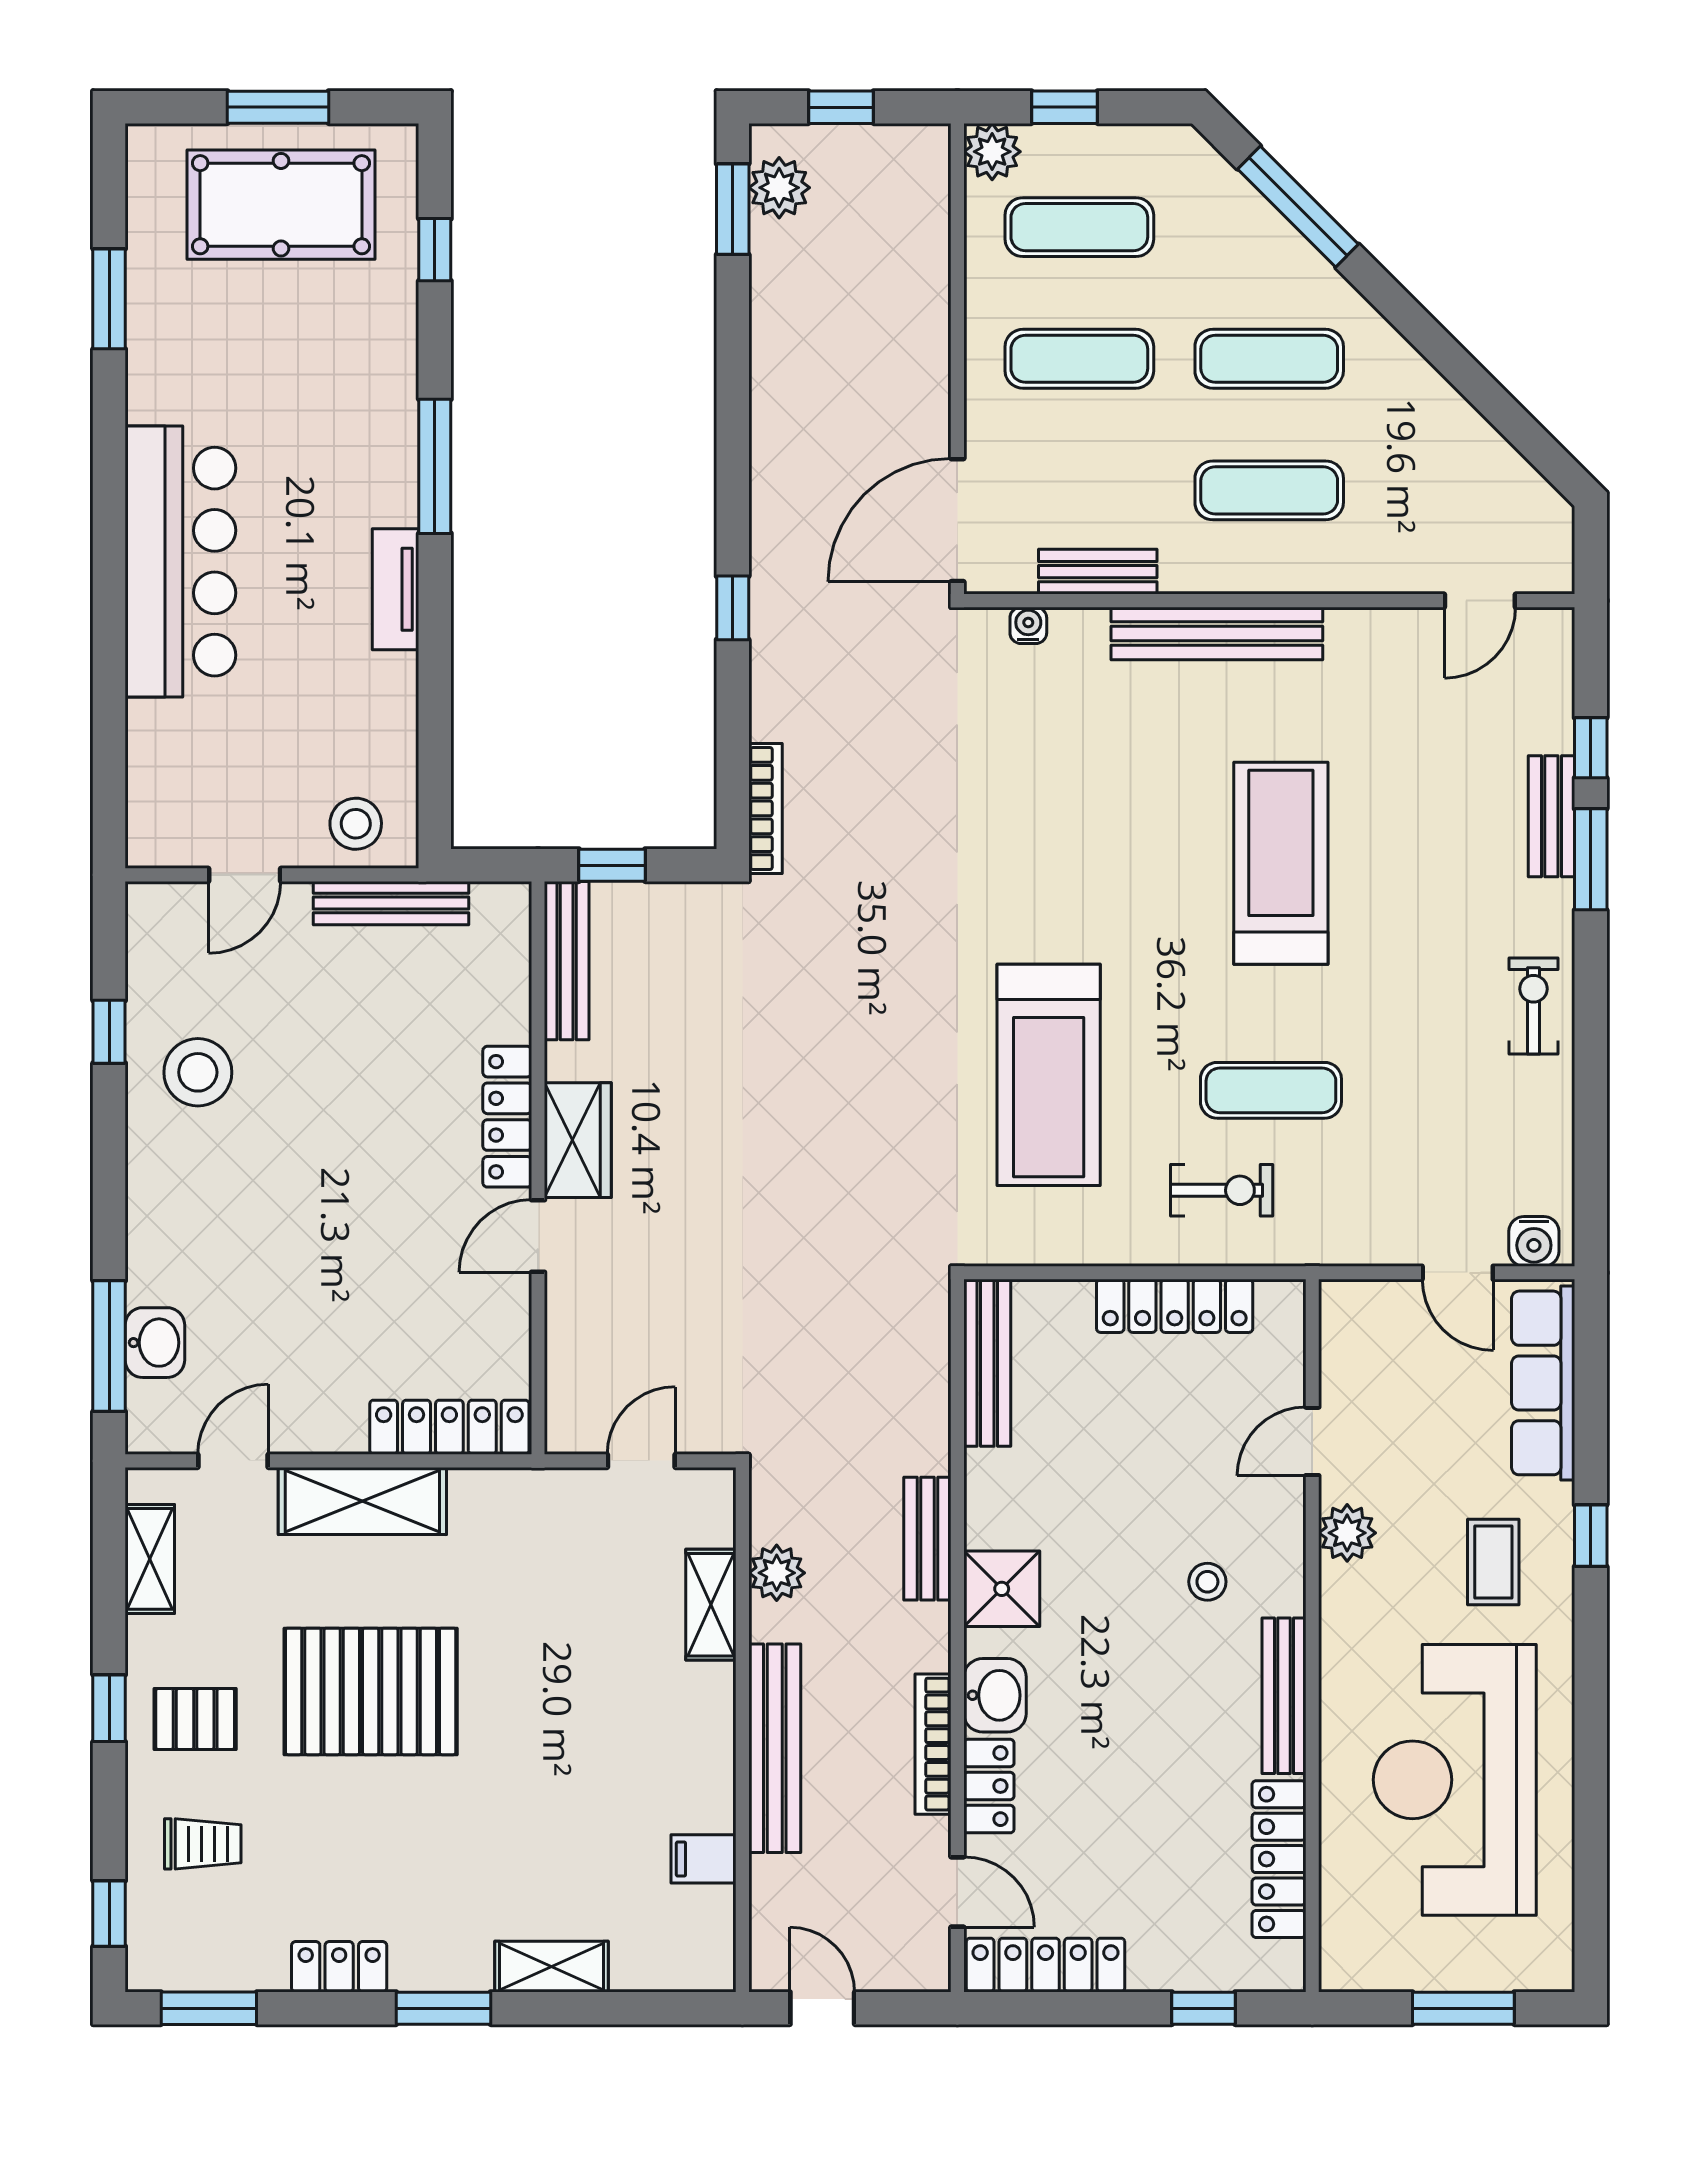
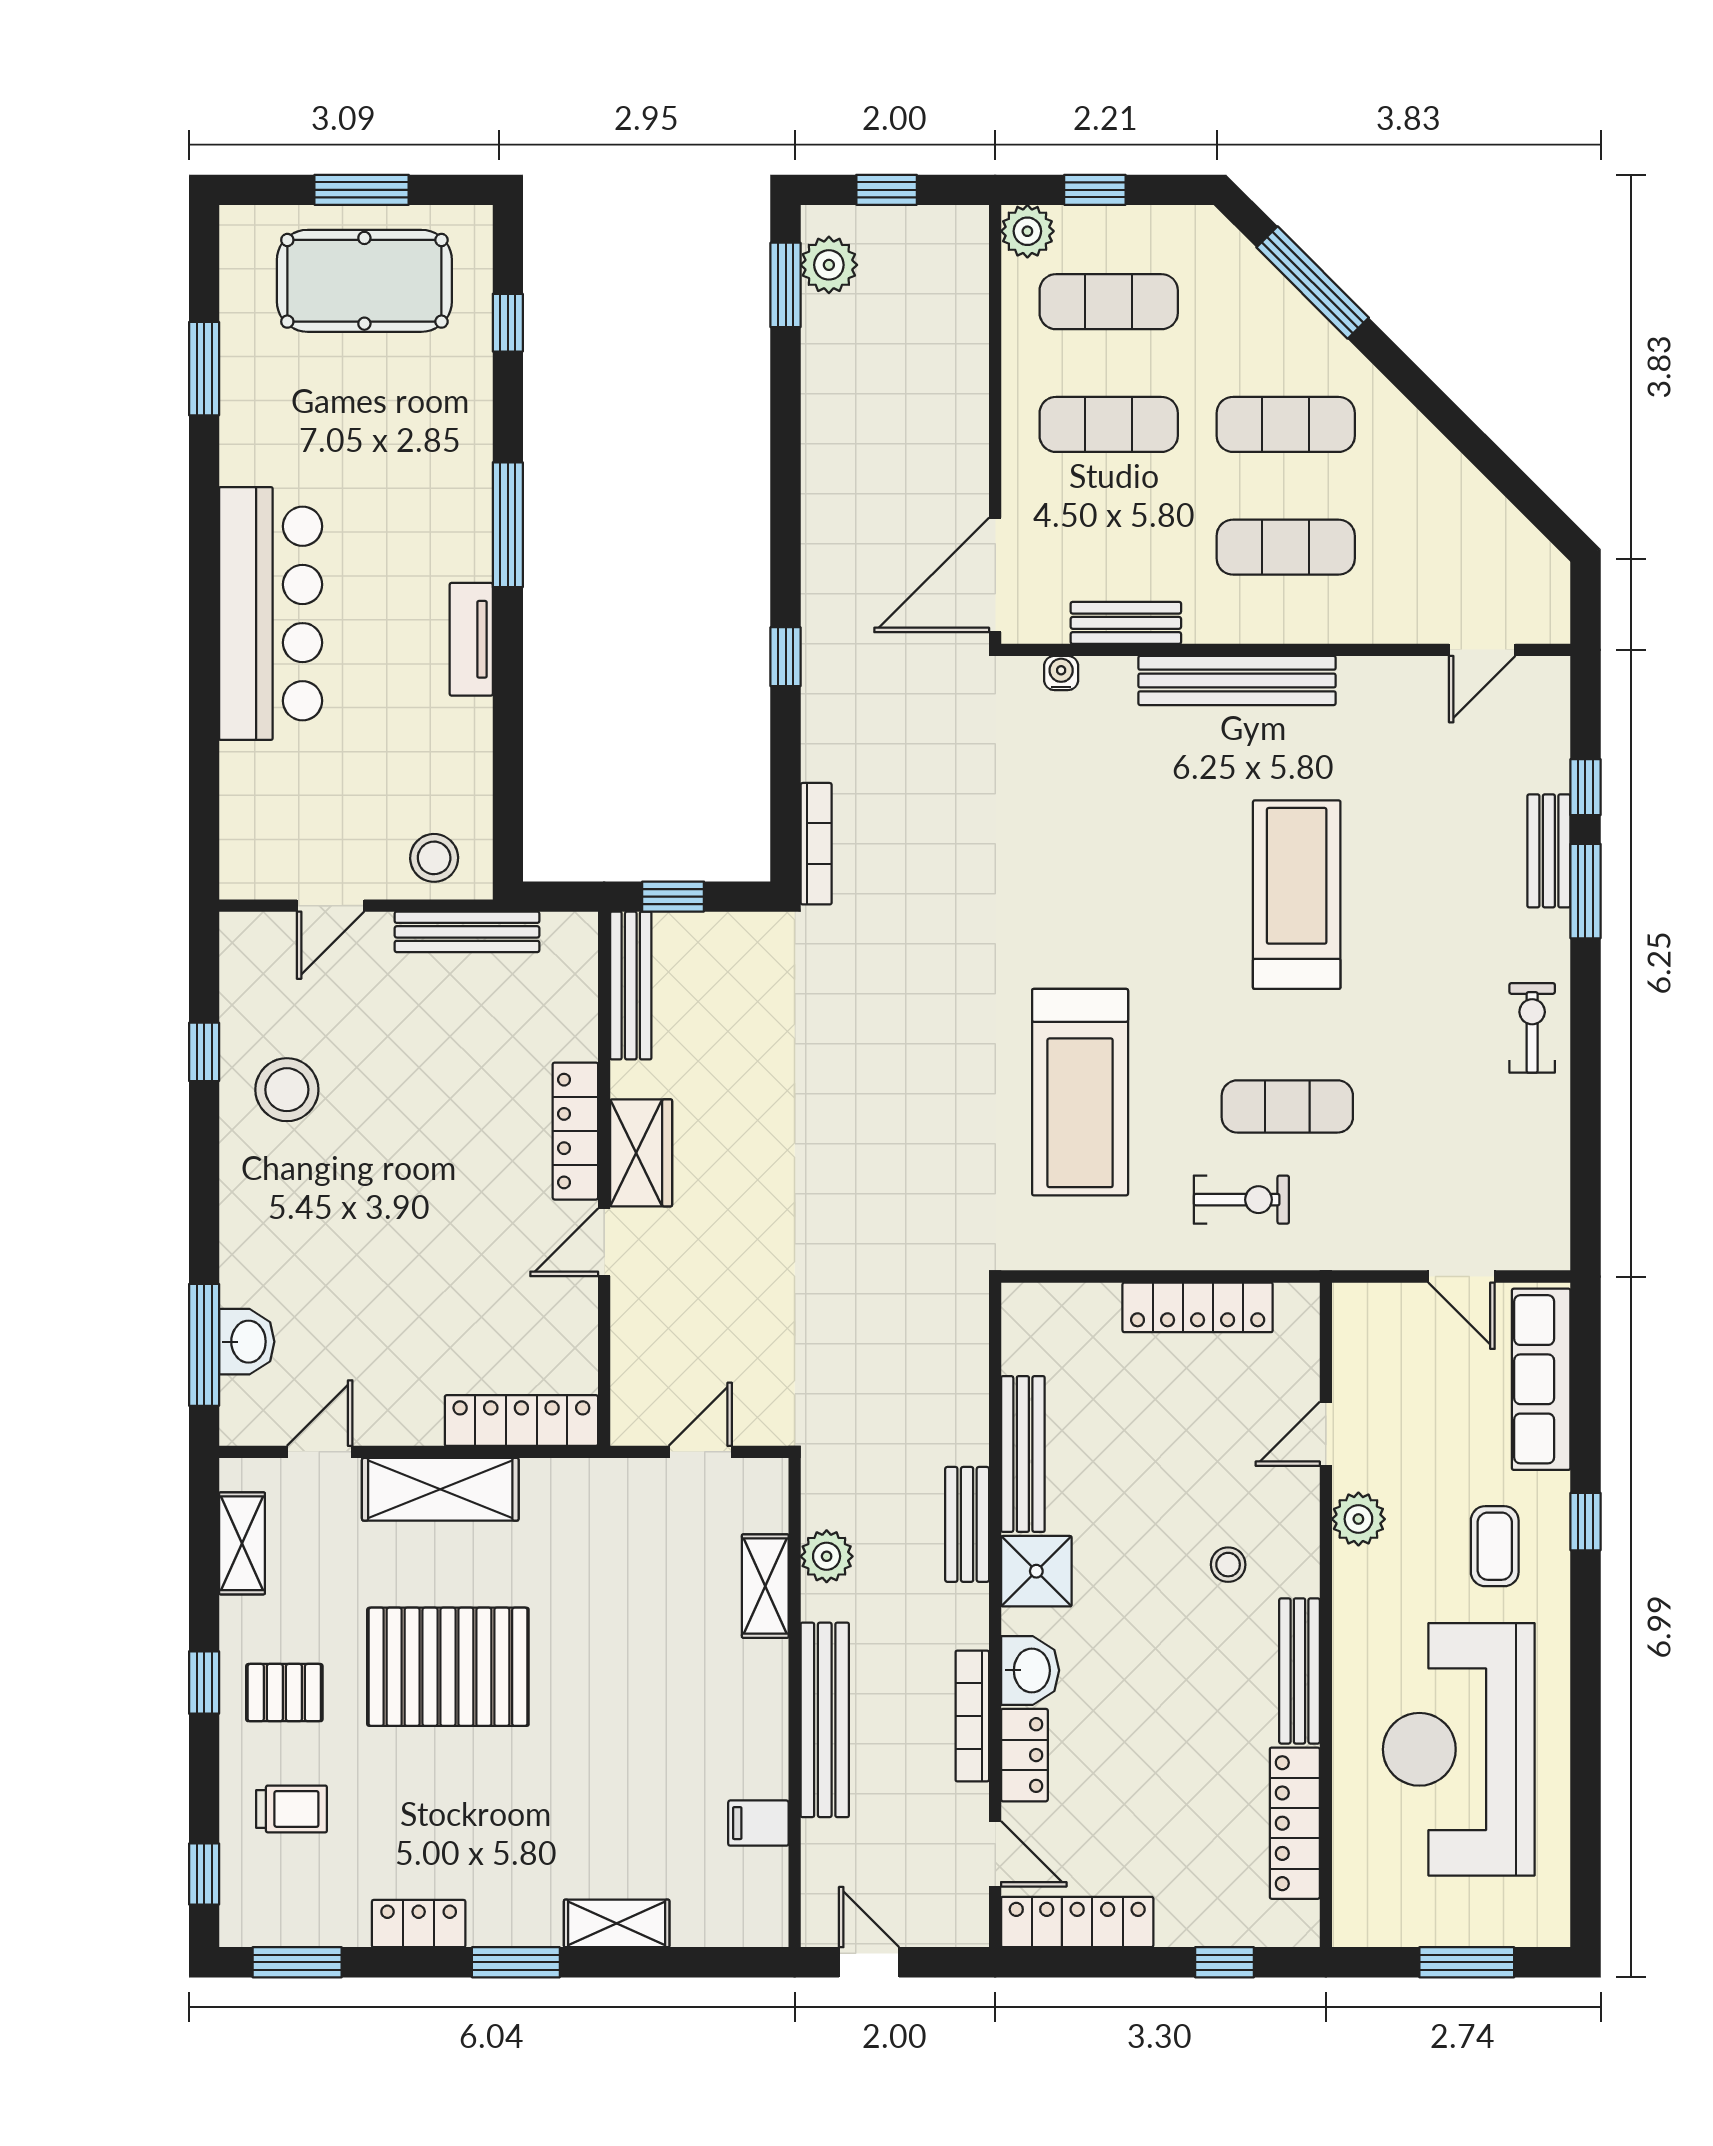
water cooler: (1534, 1241) -> (1533, 1247), removed
bench: (987, 1363) -> (1023, 1454), moved

